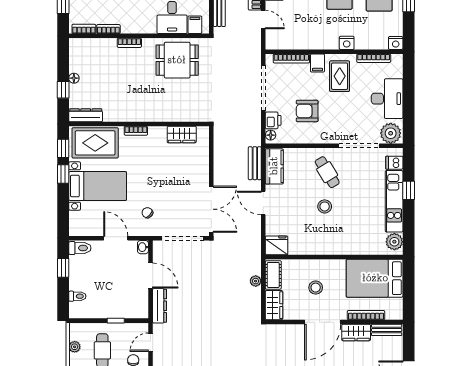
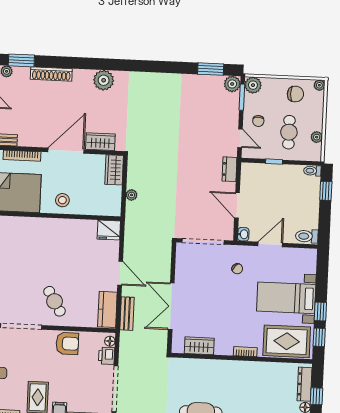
armchair: (307, 111) -> (67, 344), moved
dresser: (86, 115) -> (305, 384), moved, turned 90
stool: (325, 206) -> (59, 267), removed
double door: (211, 209) -> (171, 306), moved
door: (116, 238) -> (270, 244), swing flipped
window: (63, 268) -> (326, 191), moved
cot: (273, 275) -> (113, 200), removed
stool: (316, 288) -> (62, 200), moved
toilet: (77, 296) -> (312, 171), moved
dresser: (160, 306) -> (230, 169), width x0.70
wardrobe: (356, 333) -> (100, 142), moved
door: (151, 342) -> (240, 138), hinge flipped

